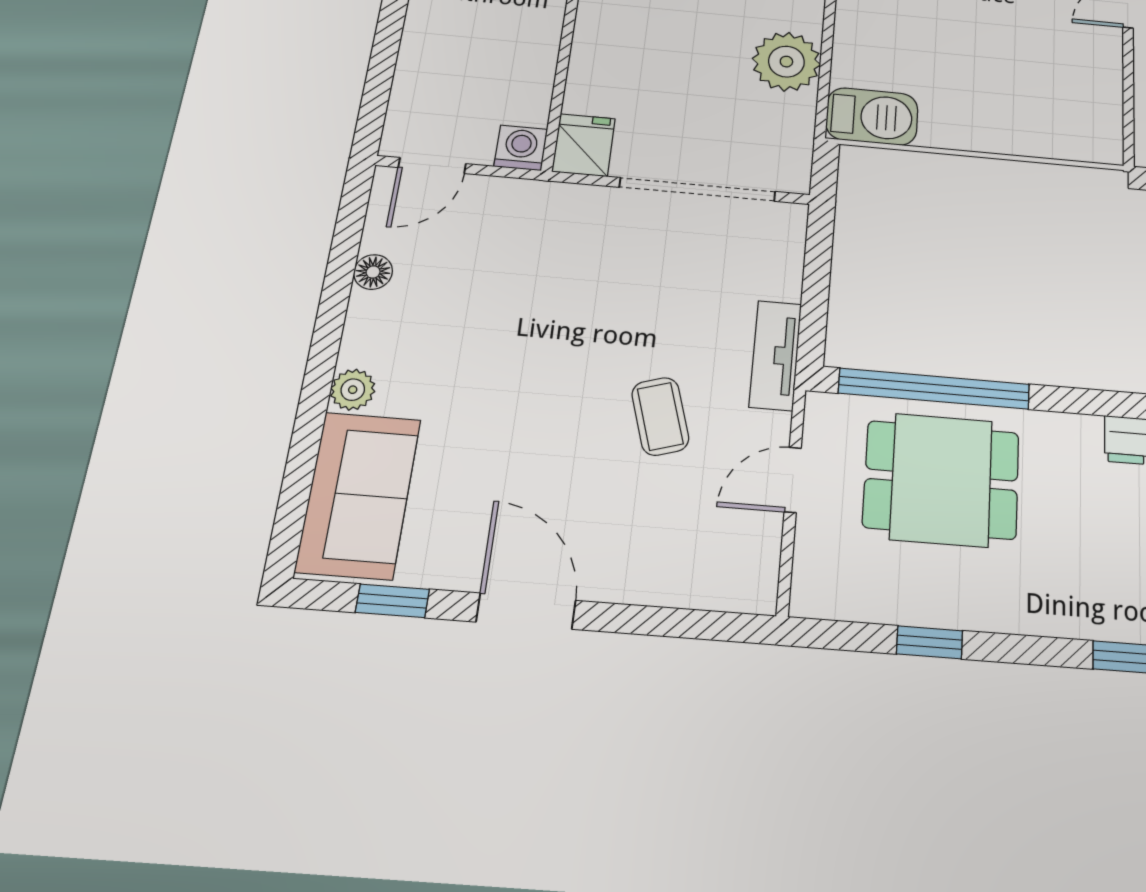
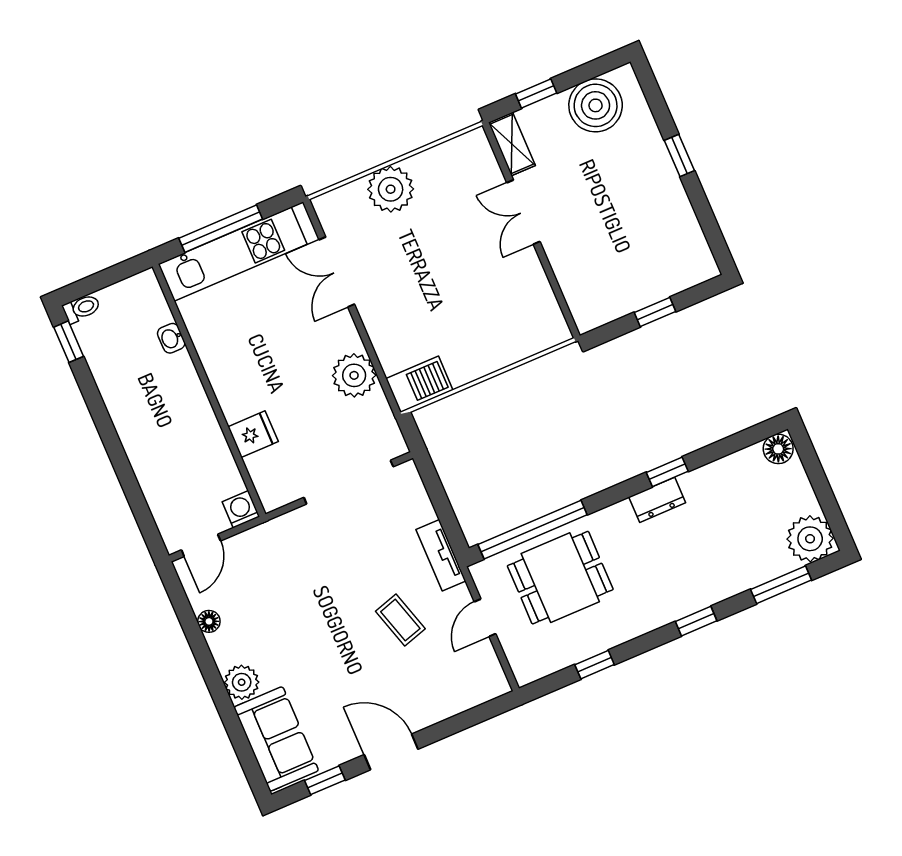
fridge: (584, 145) -> (253, 434), moved, turned 90
plant: (353, 390) -> (242, 682), width x1.38, depth x1.38

